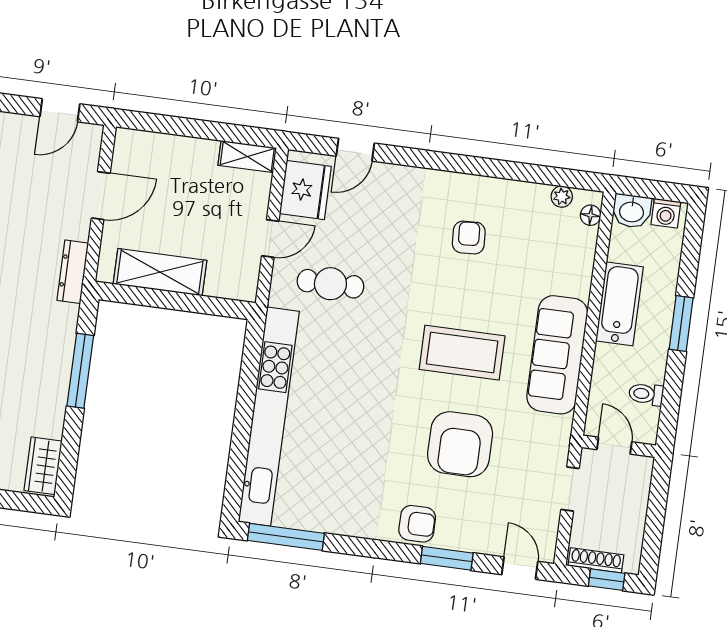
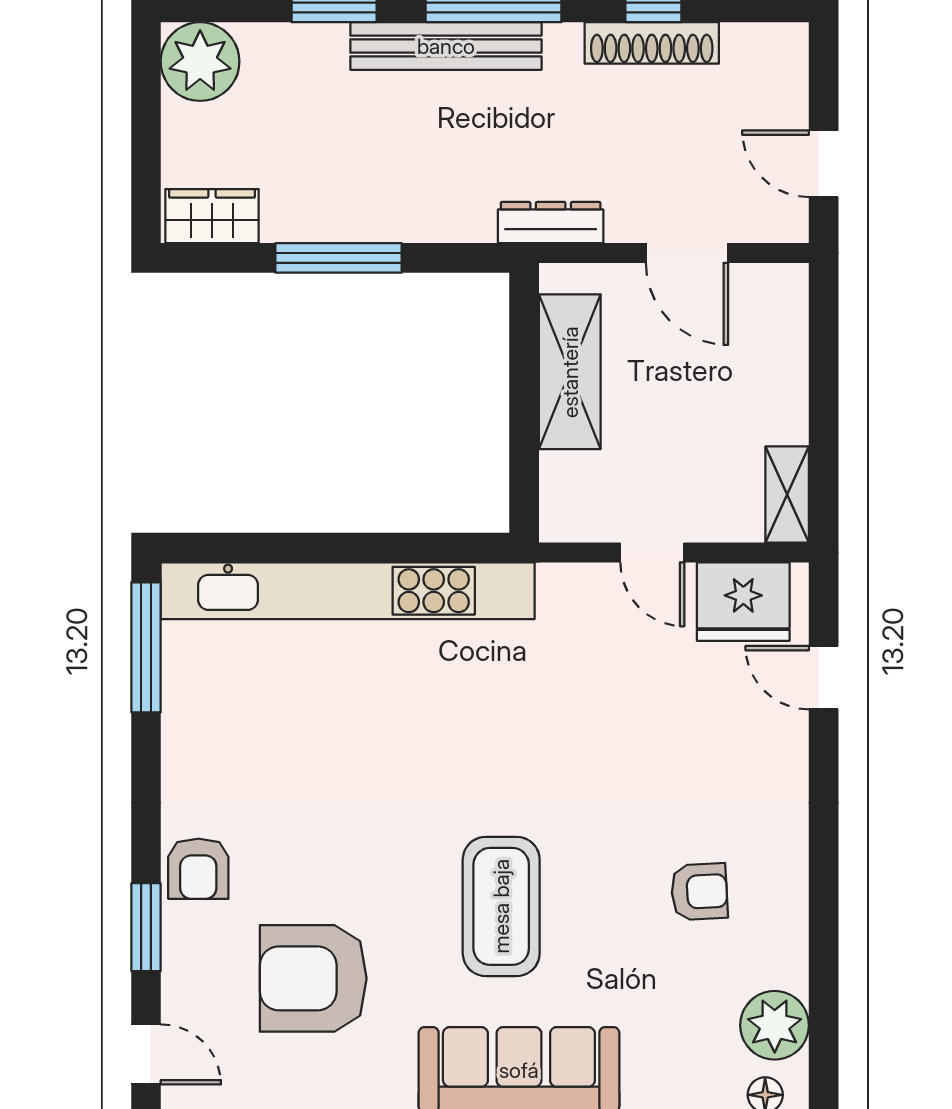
plant: (562, 197) -> (775, 1025), width x1.88, depth x1.88
cafe table: (330, 284) -> (589, 666), removed
window: (80, 371) -> (339, 258), moved
armchair: (460, 444) -> (313, 978), moved
door: (520, 568) -> (146, 1054), hinge flipped

